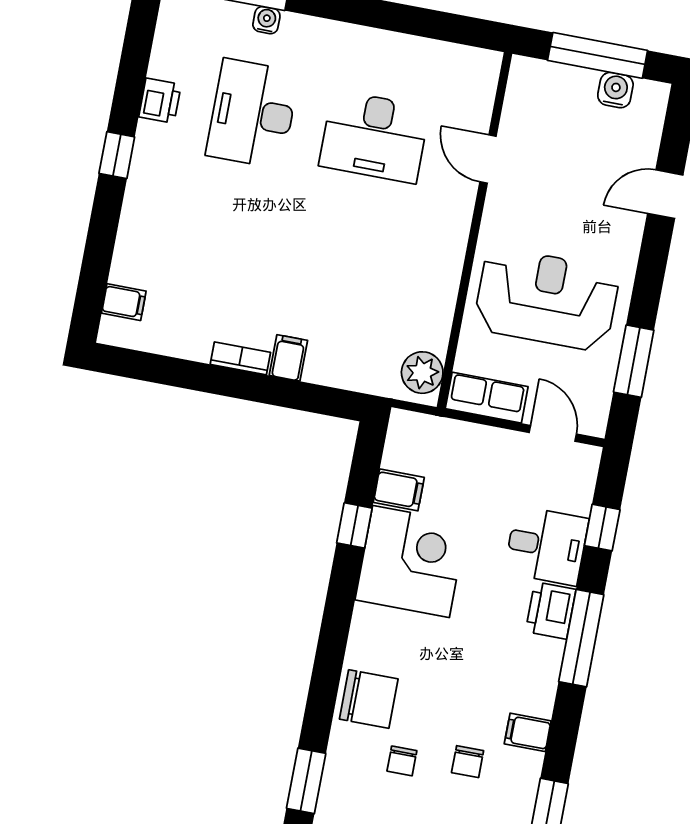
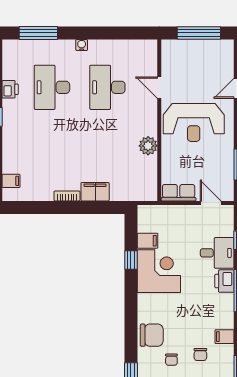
water cooler: (266, 20) -> (82, 45), moved
water cooler: (615, 90) -> (210, 47), removed
desk: (374, 137) -> (107, 87), turned 90
reception desk: (547, 299) -> (194, 123), moved, turned 180
filing cabinet: (288, 358) -> (95, 192), width x2.00
plant: (422, 373) -> (148, 146), moved

